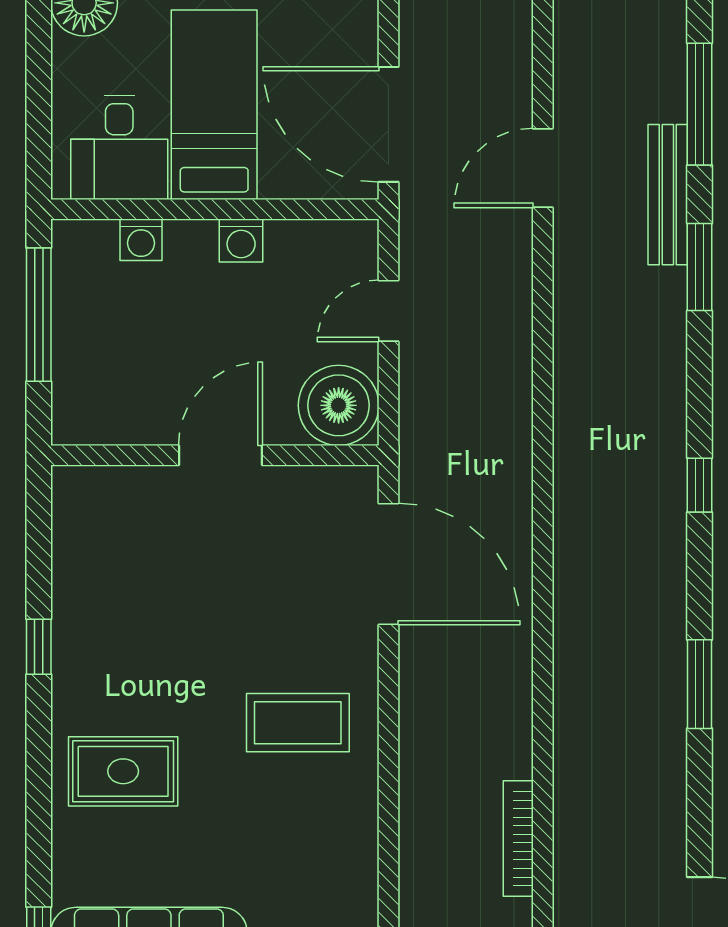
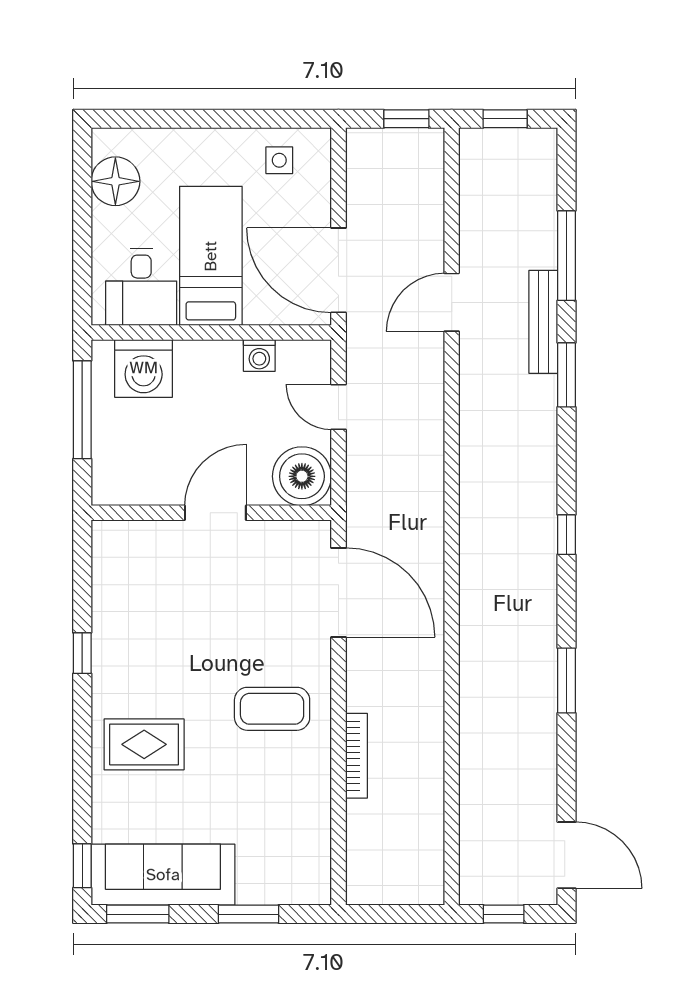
washing machine: (141, 240) -> (144, 368), width x1.89, depth x1.89
washing machine: (241, 241) -> (259, 355), moved
door: (388, 311) -> (338, 407), hinge flipped
bookcase: (518, 839) -> (356, 756), moved, turned 180

